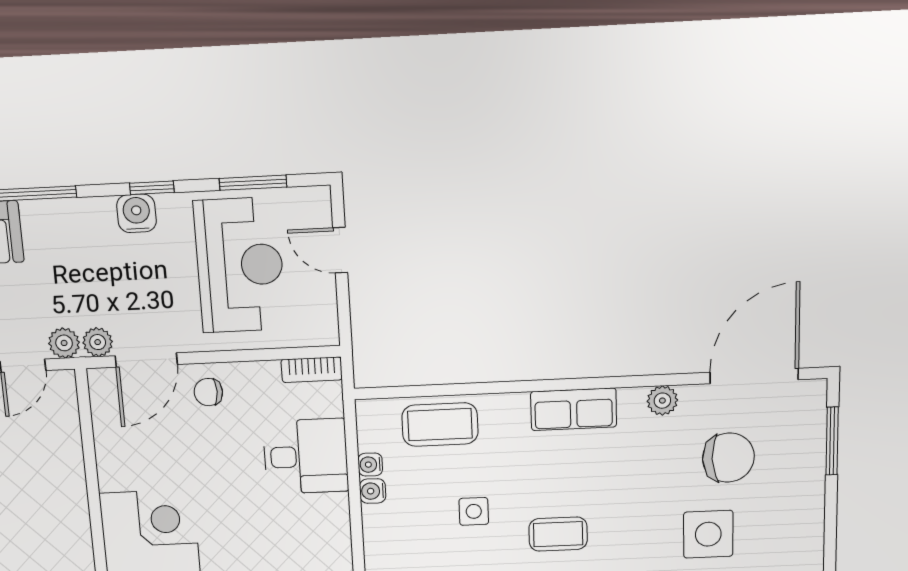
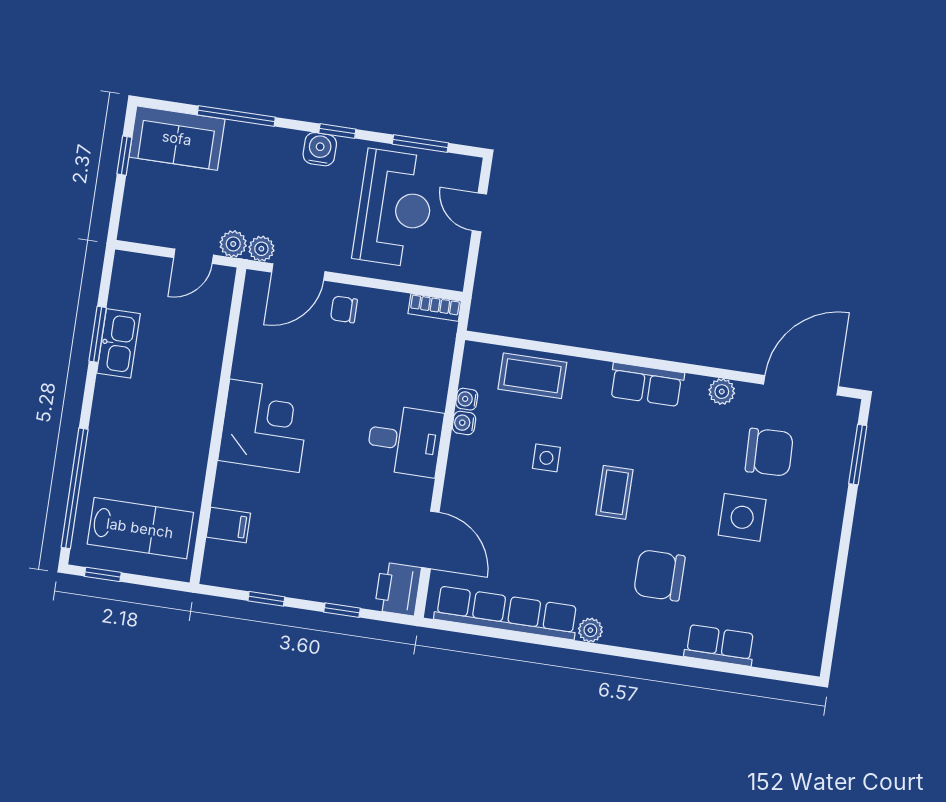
desk: (306, 456) -> (405, 441), moved
coffee table: (558, 534) -> (615, 492), turned 90

